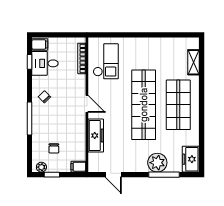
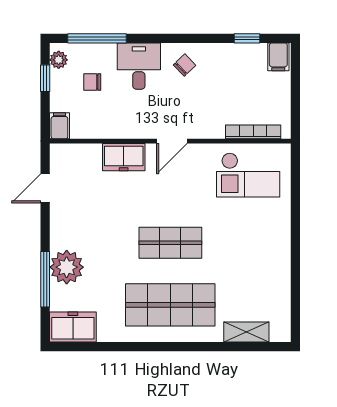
desk: (45, 63) -> (139, 66), moved
shop shelf: (144, 105) -> (170, 243), width x0.50, depth x0.74
window: (30, 119) -> (97, 38), moved
freezer: (96, 136) -> (124, 157), width x0.71

